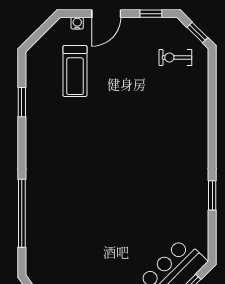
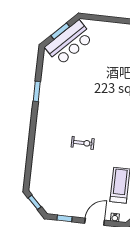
exercise bike: (175, 57) -> (83, 143), moved

